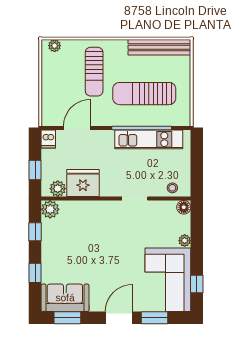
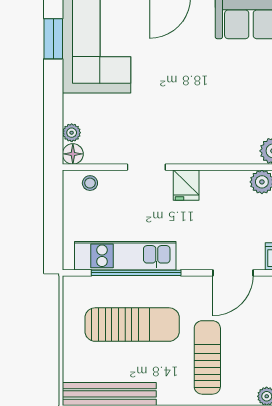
fridge: (83, 183) -> (186, 185), moved, width x0.53, depth x0.75
plant: (185, 241) -> (72, 133), moved
window: (197, 284) -> (53, 39), width x1.50

